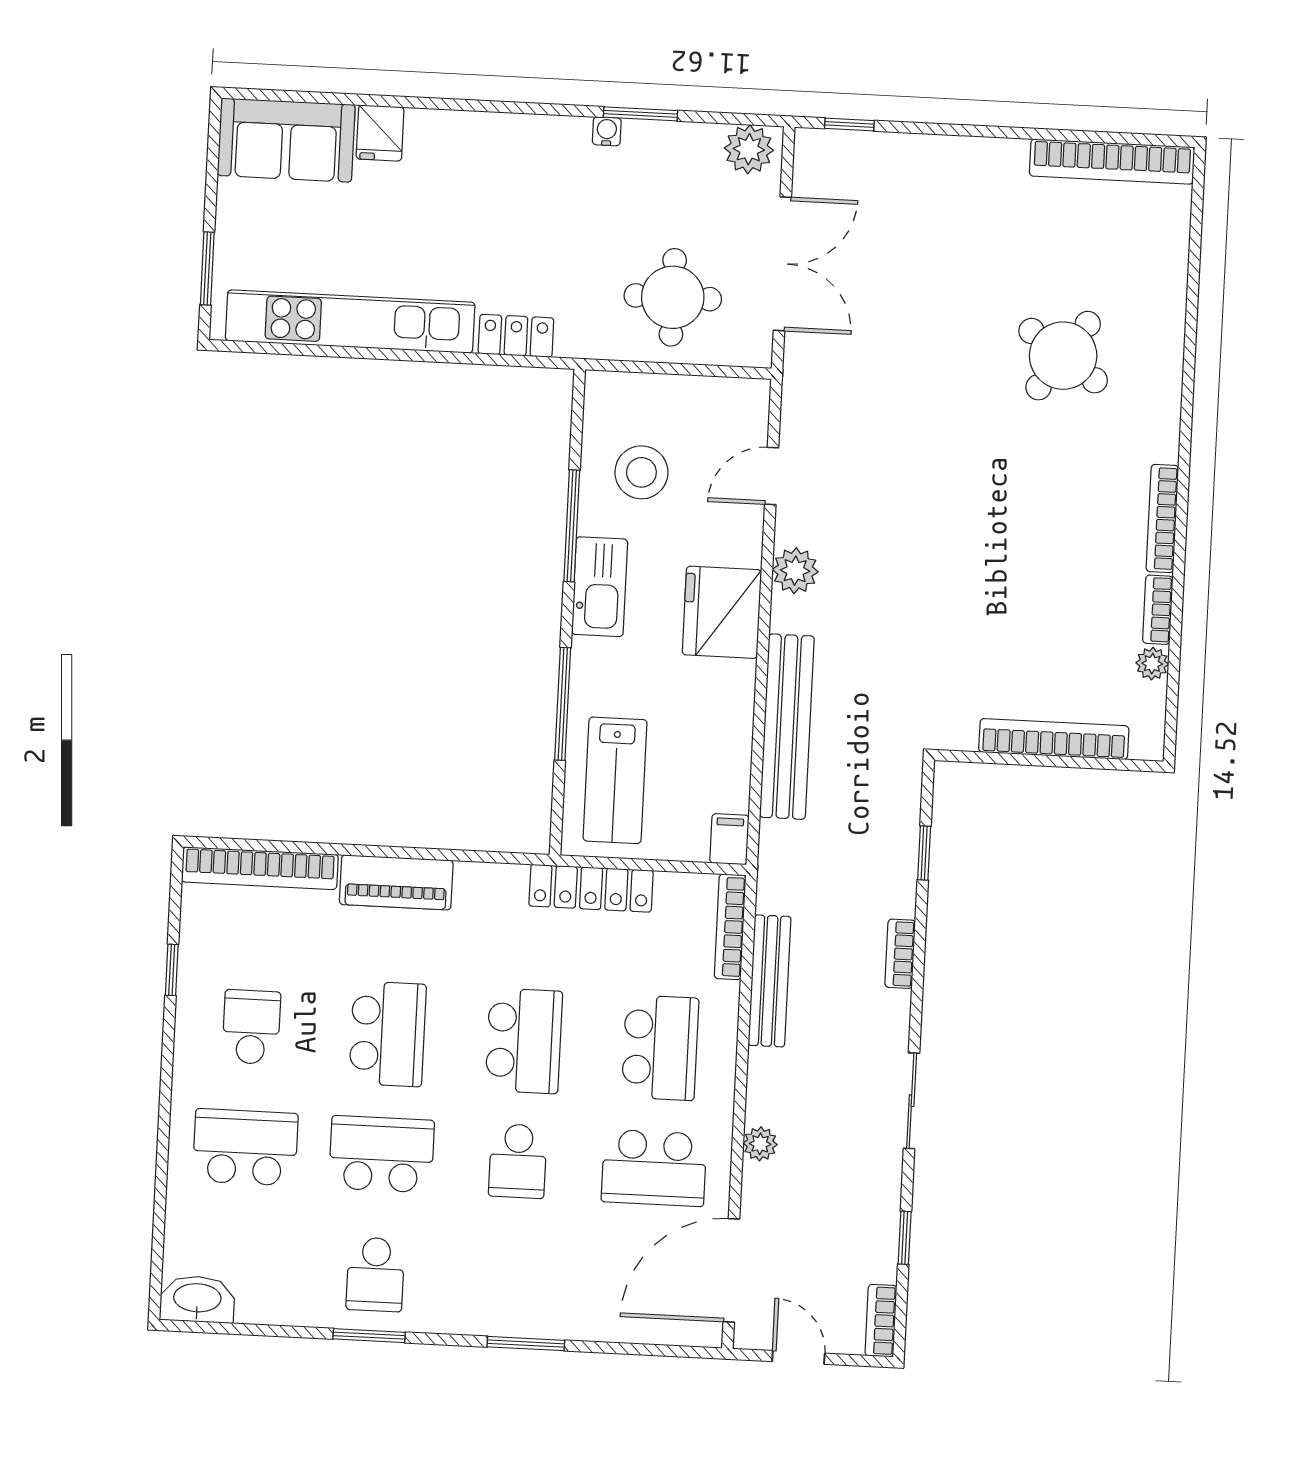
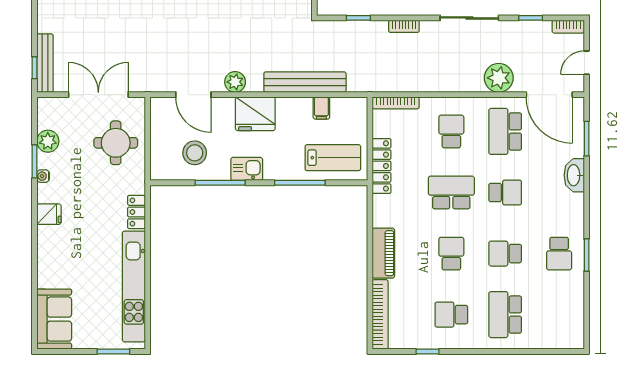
fridge: (380, 133) -> (49, 214), moved
plant: (749, 149) -> (48, 141), moved
door: (772, 476) -> (193, 95), width x1.38
kitchen sink: (600, 587) -> (247, 169), width x0.73
filing cabinet: (729, 839) -> (321, 108), moved, turned -90
bench: (769, 981) -> (45, 63), moved, turned 90
school desk: (388, 1034) -> (451, 254), width x0.54
school desk: (660, 1048) -> (451, 131), width x0.54
sliding door: (912, 1101) -> (469, 18), width x1.37
plant: (760, 1144) -> (499, 78), width x1.87, depth x1.87
school desk: (382, 1154) -> (505, 254), width x0.54
school desk: (654, 1168) -> (505, 131), turned 180
school desk: (375, 1274) -> (559, 254), turned 90
washbasin: (197, 1299) -> (574, 175), moved
window: (526, 1344) -> (587, 139), moved

